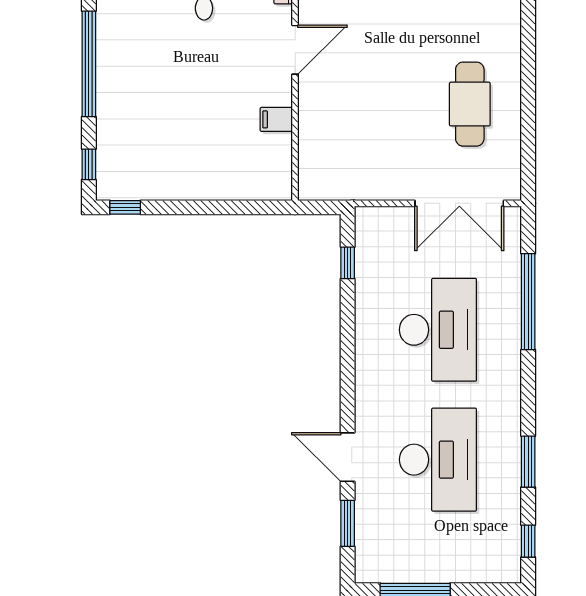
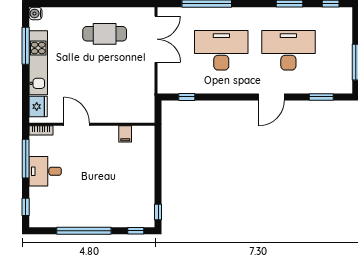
filing cabinet: (276, 119) -> (125, 134), moved
door: (348, 457) -> (271, 97), moved

